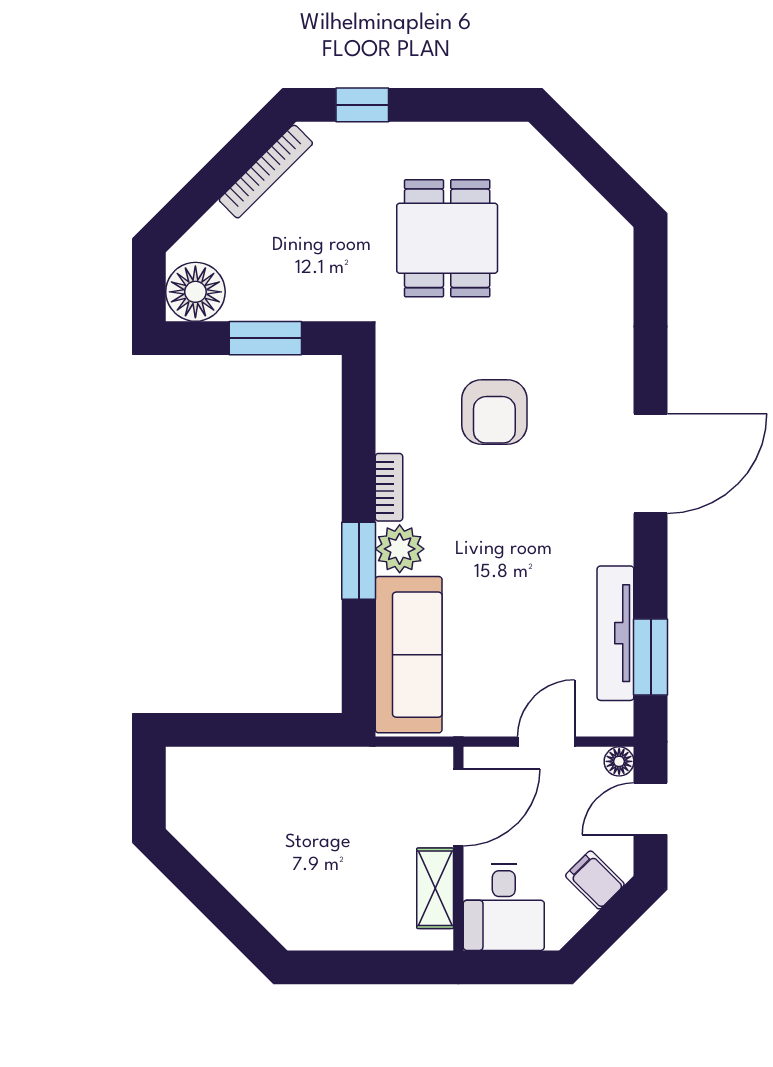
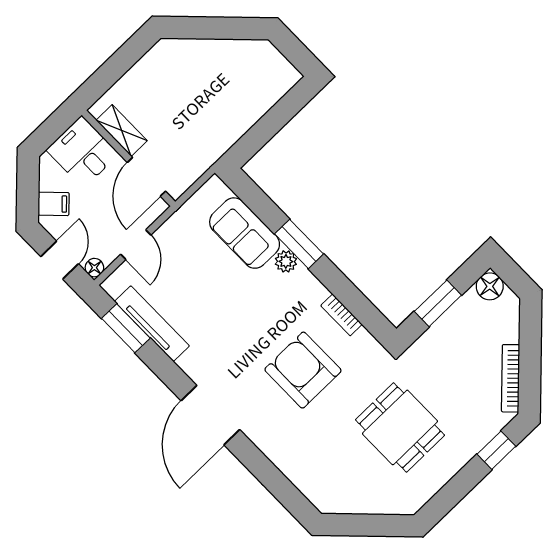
floor lamp: (195, 292) -> (490, 286), width x0.73, depth x0.73
armchair: (494, 412) -> (303, 370), width x1.36, depth x1.36
bookcase: (389, 487) -> (341, 315), moved
plant: (400, 549) -> (286, 261), width x0.73, depth x0.73
sofa: (409, 655) -> (245, 233), width x0.73

